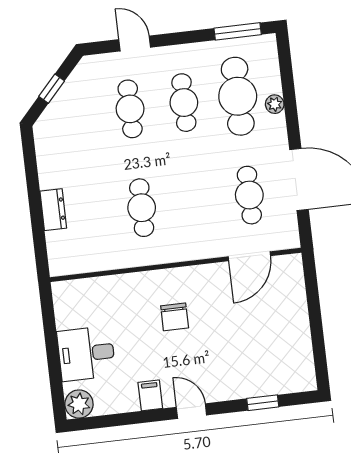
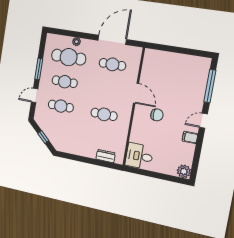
window: (238, 31) -> (39, 69), moved
dresser: (53, 210) -> (106, 156), moved
door: (249, 256) -> (136, 93), moved
desk: (86, 354) -> (139, 156), moved, turned 90
window: (263, 403) -> (210, 86), width x2.17

